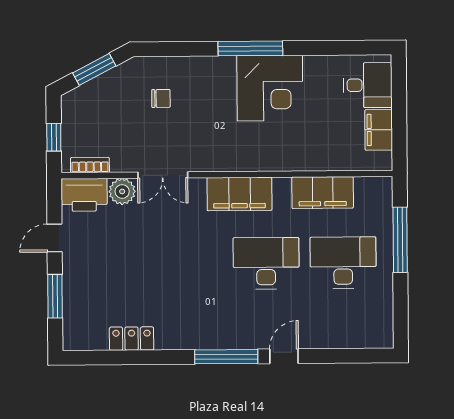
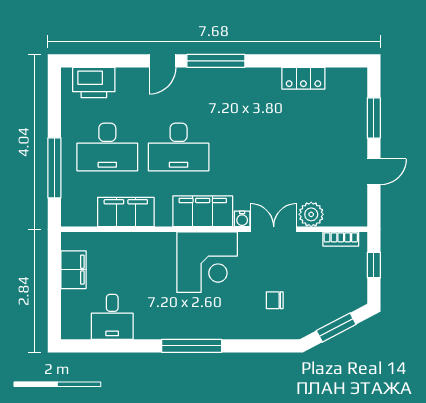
desk: (368, 85) -> (112, 317), moved, turned -90
corner desk: (270, 88) -> (207, 262), moved, turned 180
water cooler: (197, 186) -> (242, 219), added
printer: (84, 195) -> (94, 83), moved, turned 180

